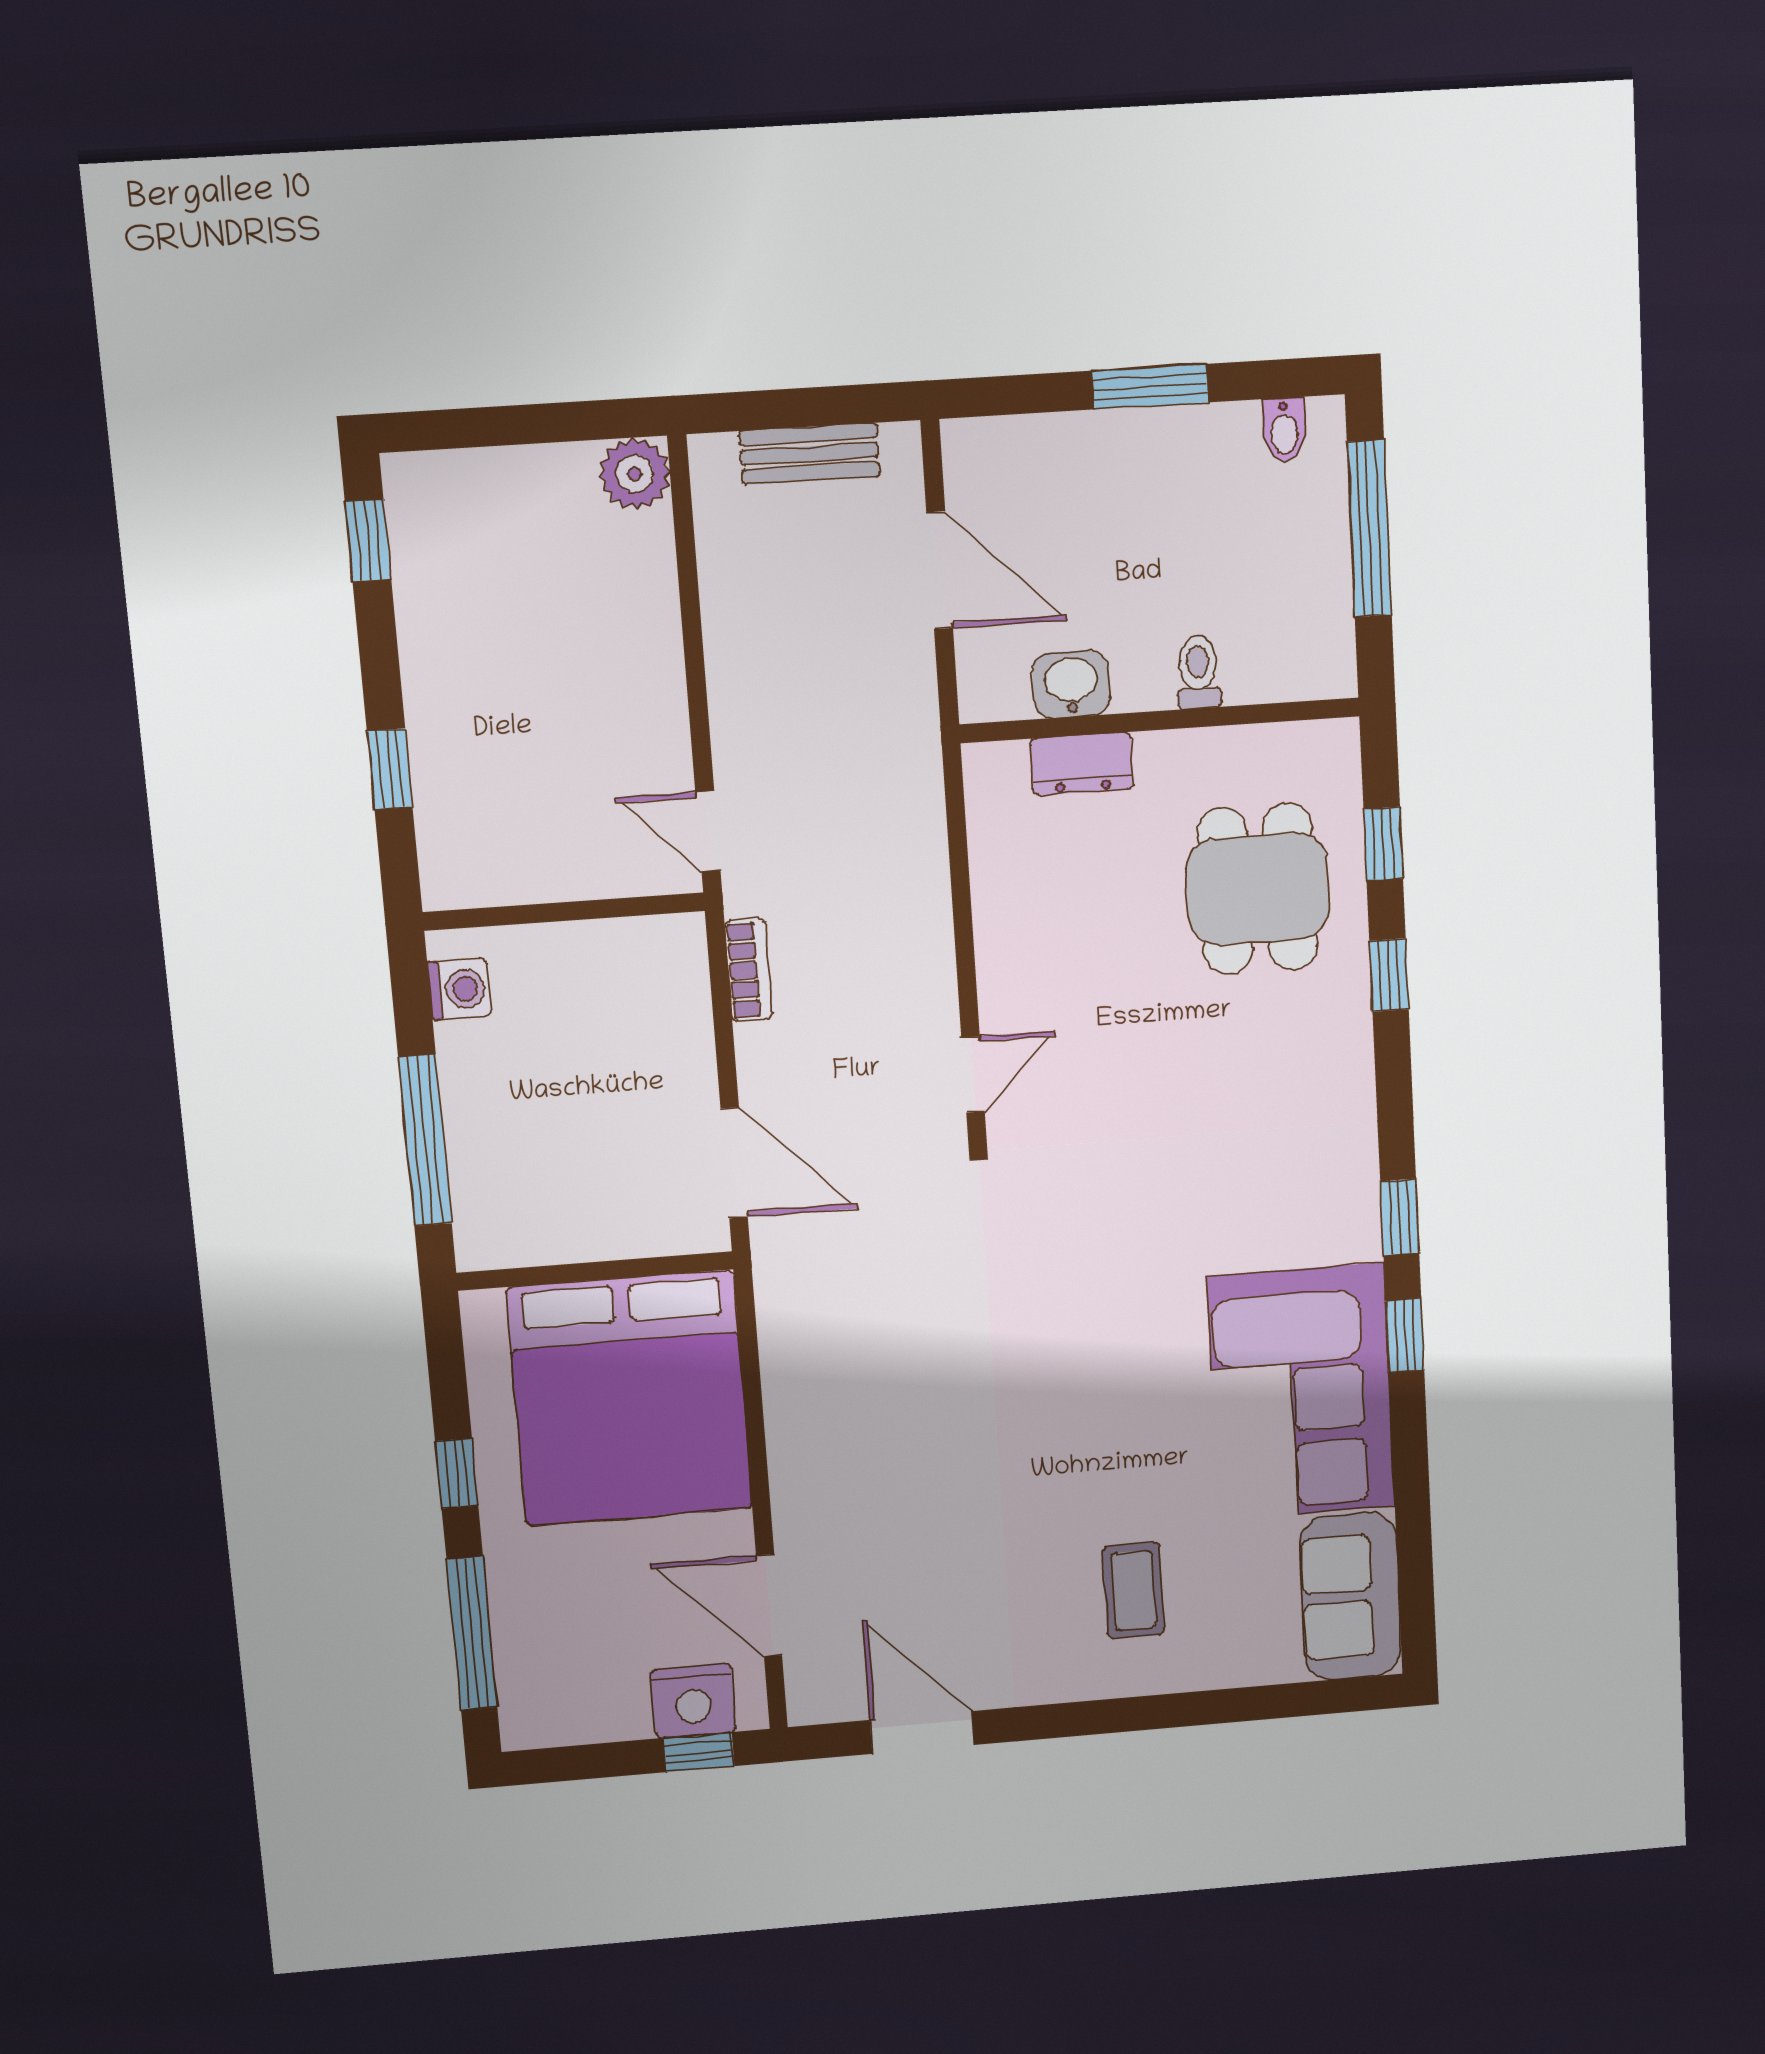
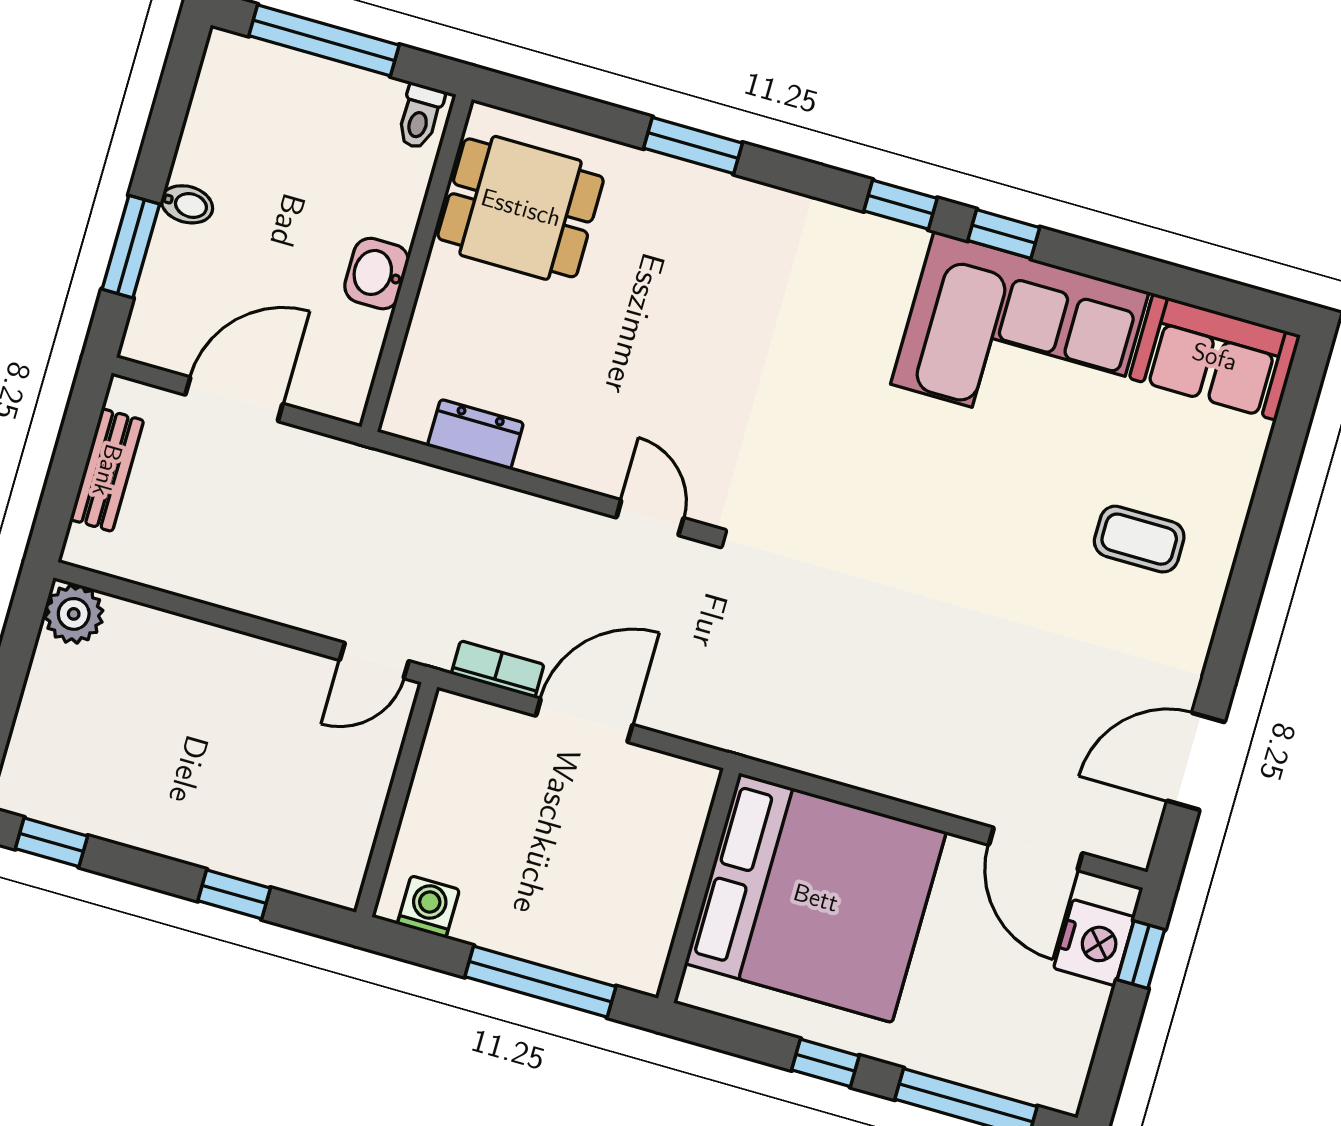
window: (1150, 387) -> (131, 247), moved
bidet: (1284, 430) -> (187, 204), moved
toilet: (1198, 672) -> (420, 116), moved, turned -90
washbasin: (1071, 684) -> (377, 274), moved
dresser: (1082, 764) -> (475, 434), moved, turned -90
window: (1383, 844) -> (583, 114), removed
dining table: (1258, 889) -> (521, 208), moved
window: (1389, 975) -> (693, 146), width x1.50
door: (734, 1163) -> (584, 720), moved
door: (769, 1605) -> (1036, 849), hinge flipped

